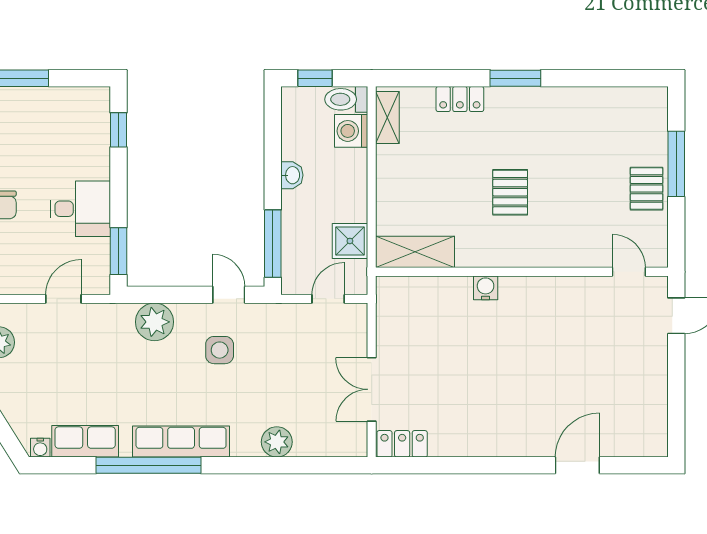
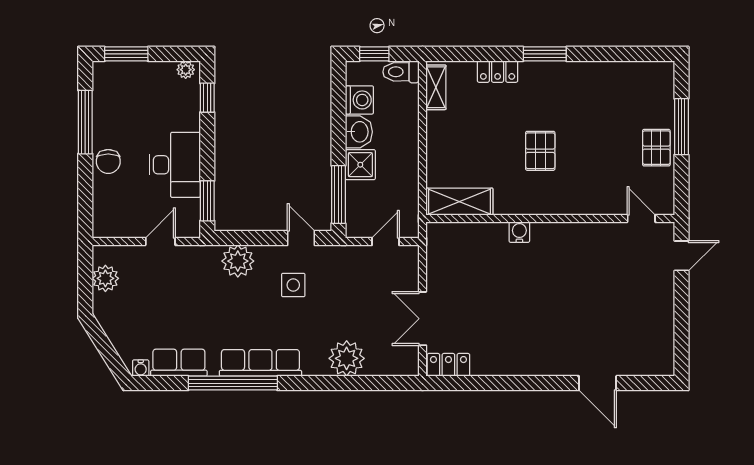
plant: (93, 97) -> (186, 70), added
washing machine: (351, 131) -> (359, 100), moved, turned 180
washbasin: (292, 175) -> (359, 132), width x1.38, depth x1.45
desk: (80, 209) -> (175, 165), width x1.37
shower: (350, 241) -> (360, 165), moved
plant: (277, 442) -> (347, 358), width x1.36, depth x1.36
door: (577, 465) -> (598, 383), swing flipped

